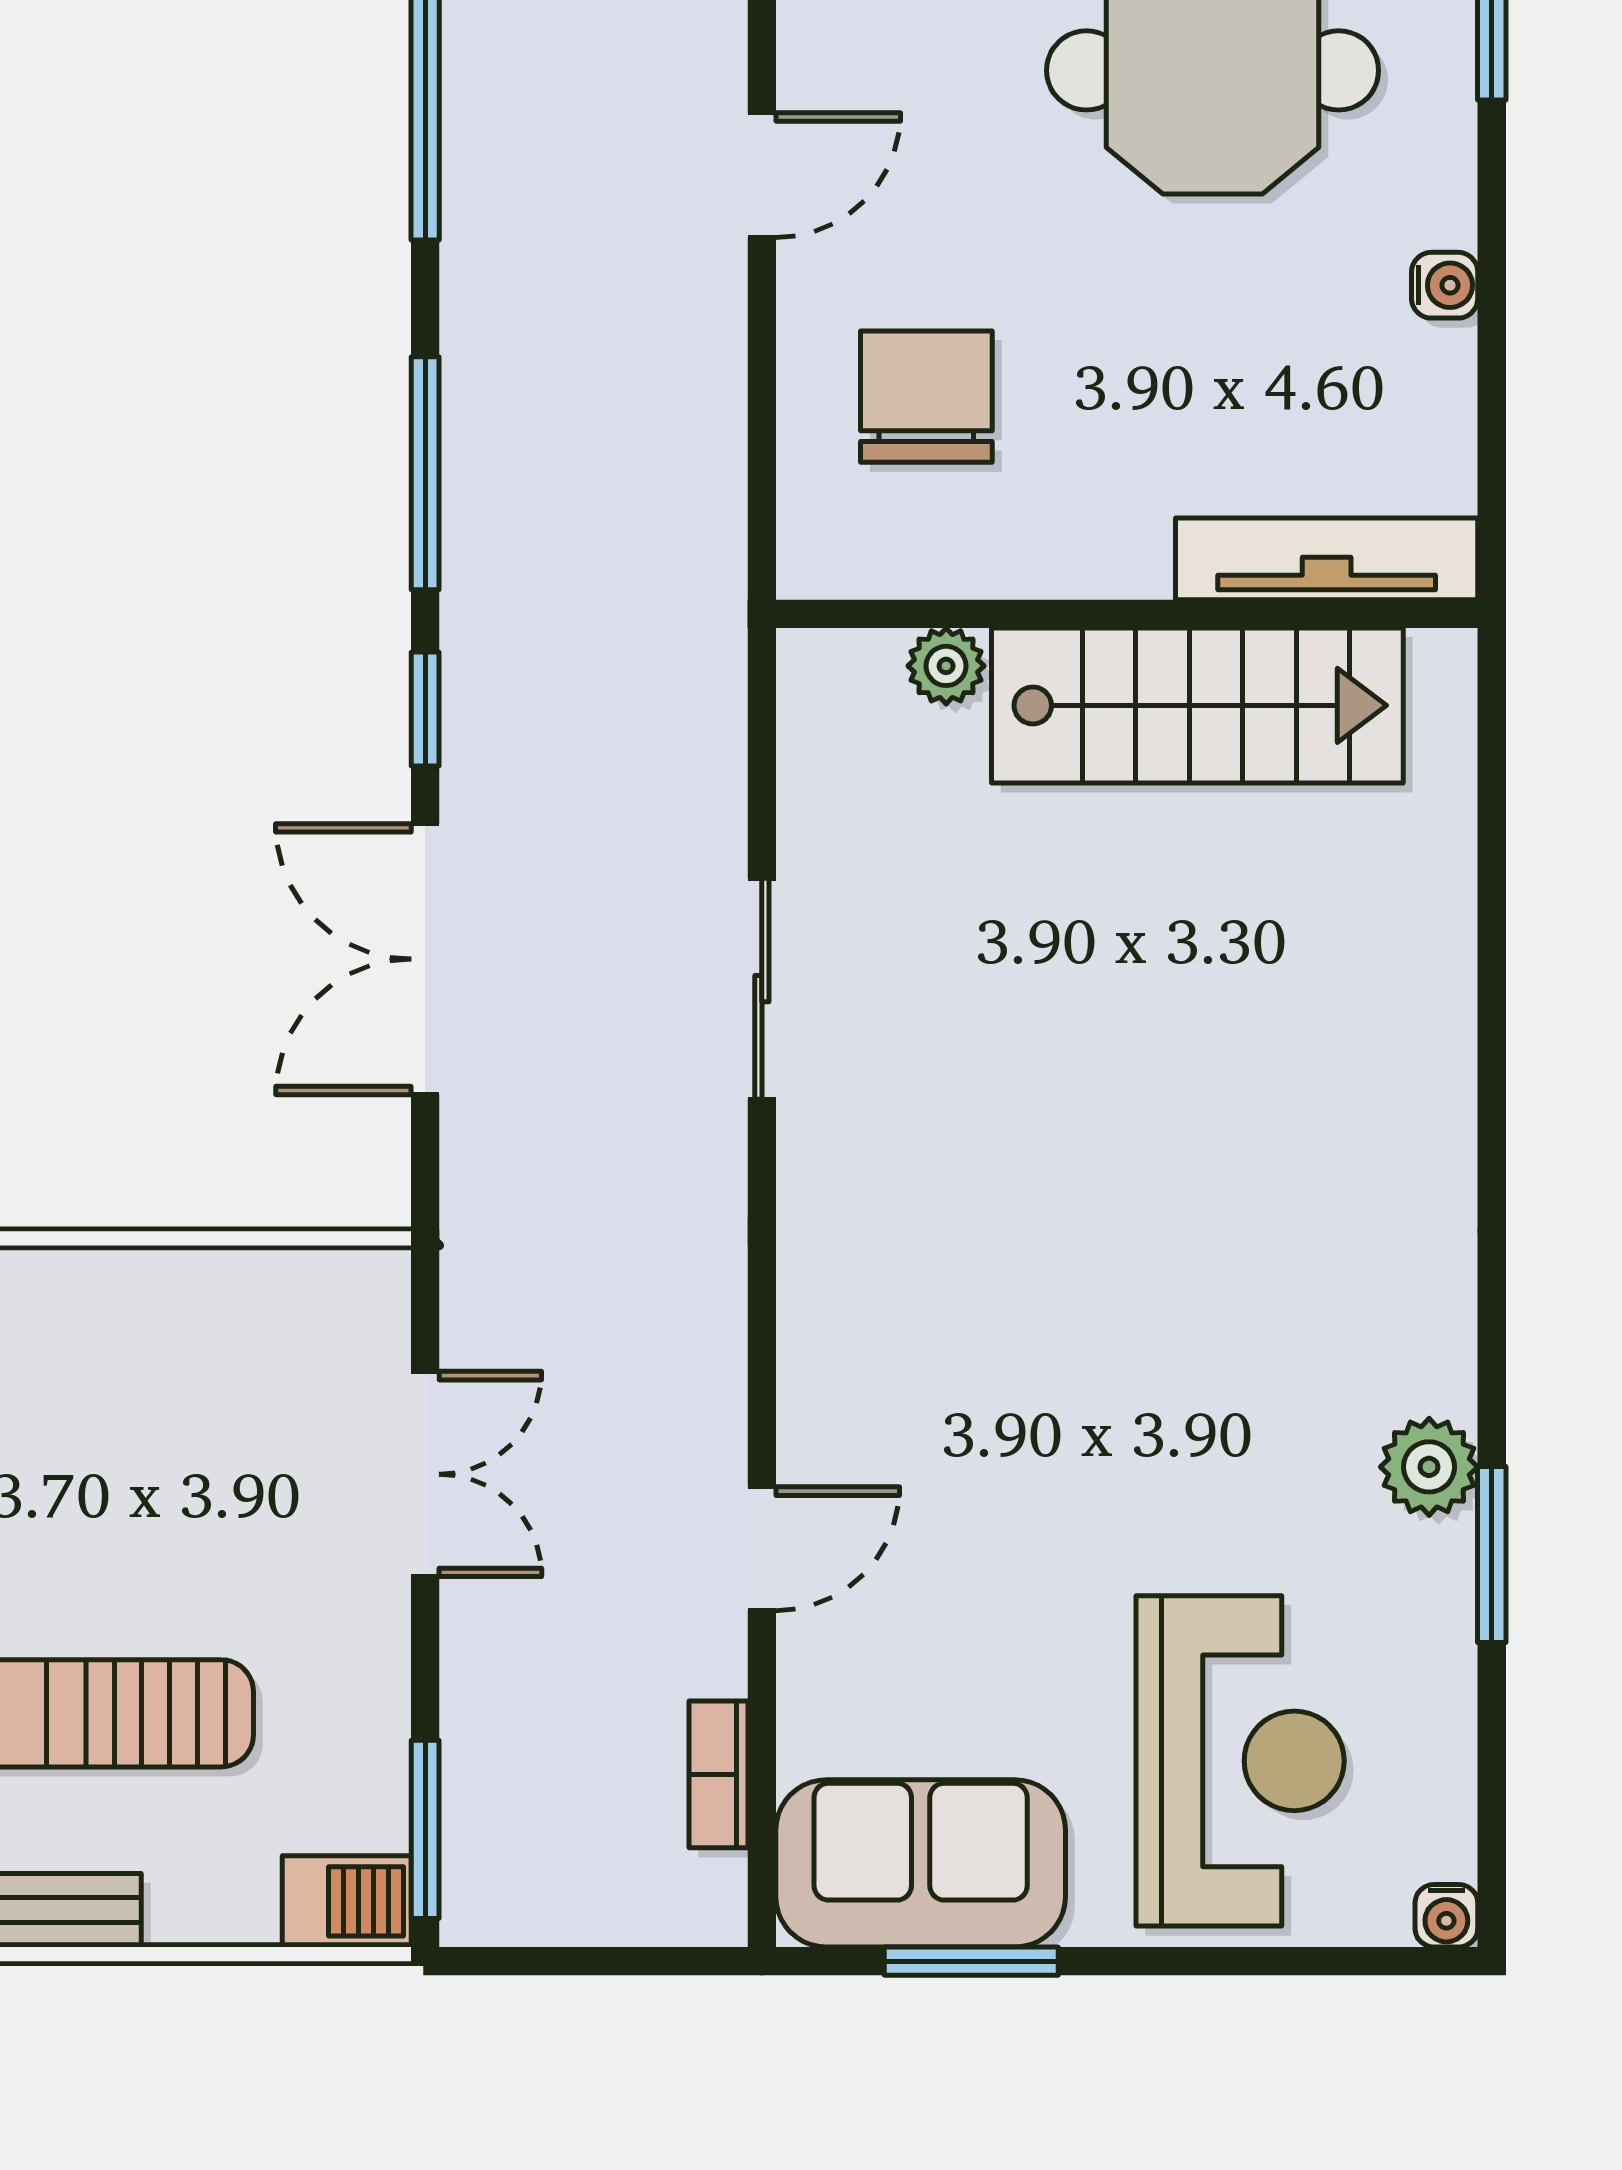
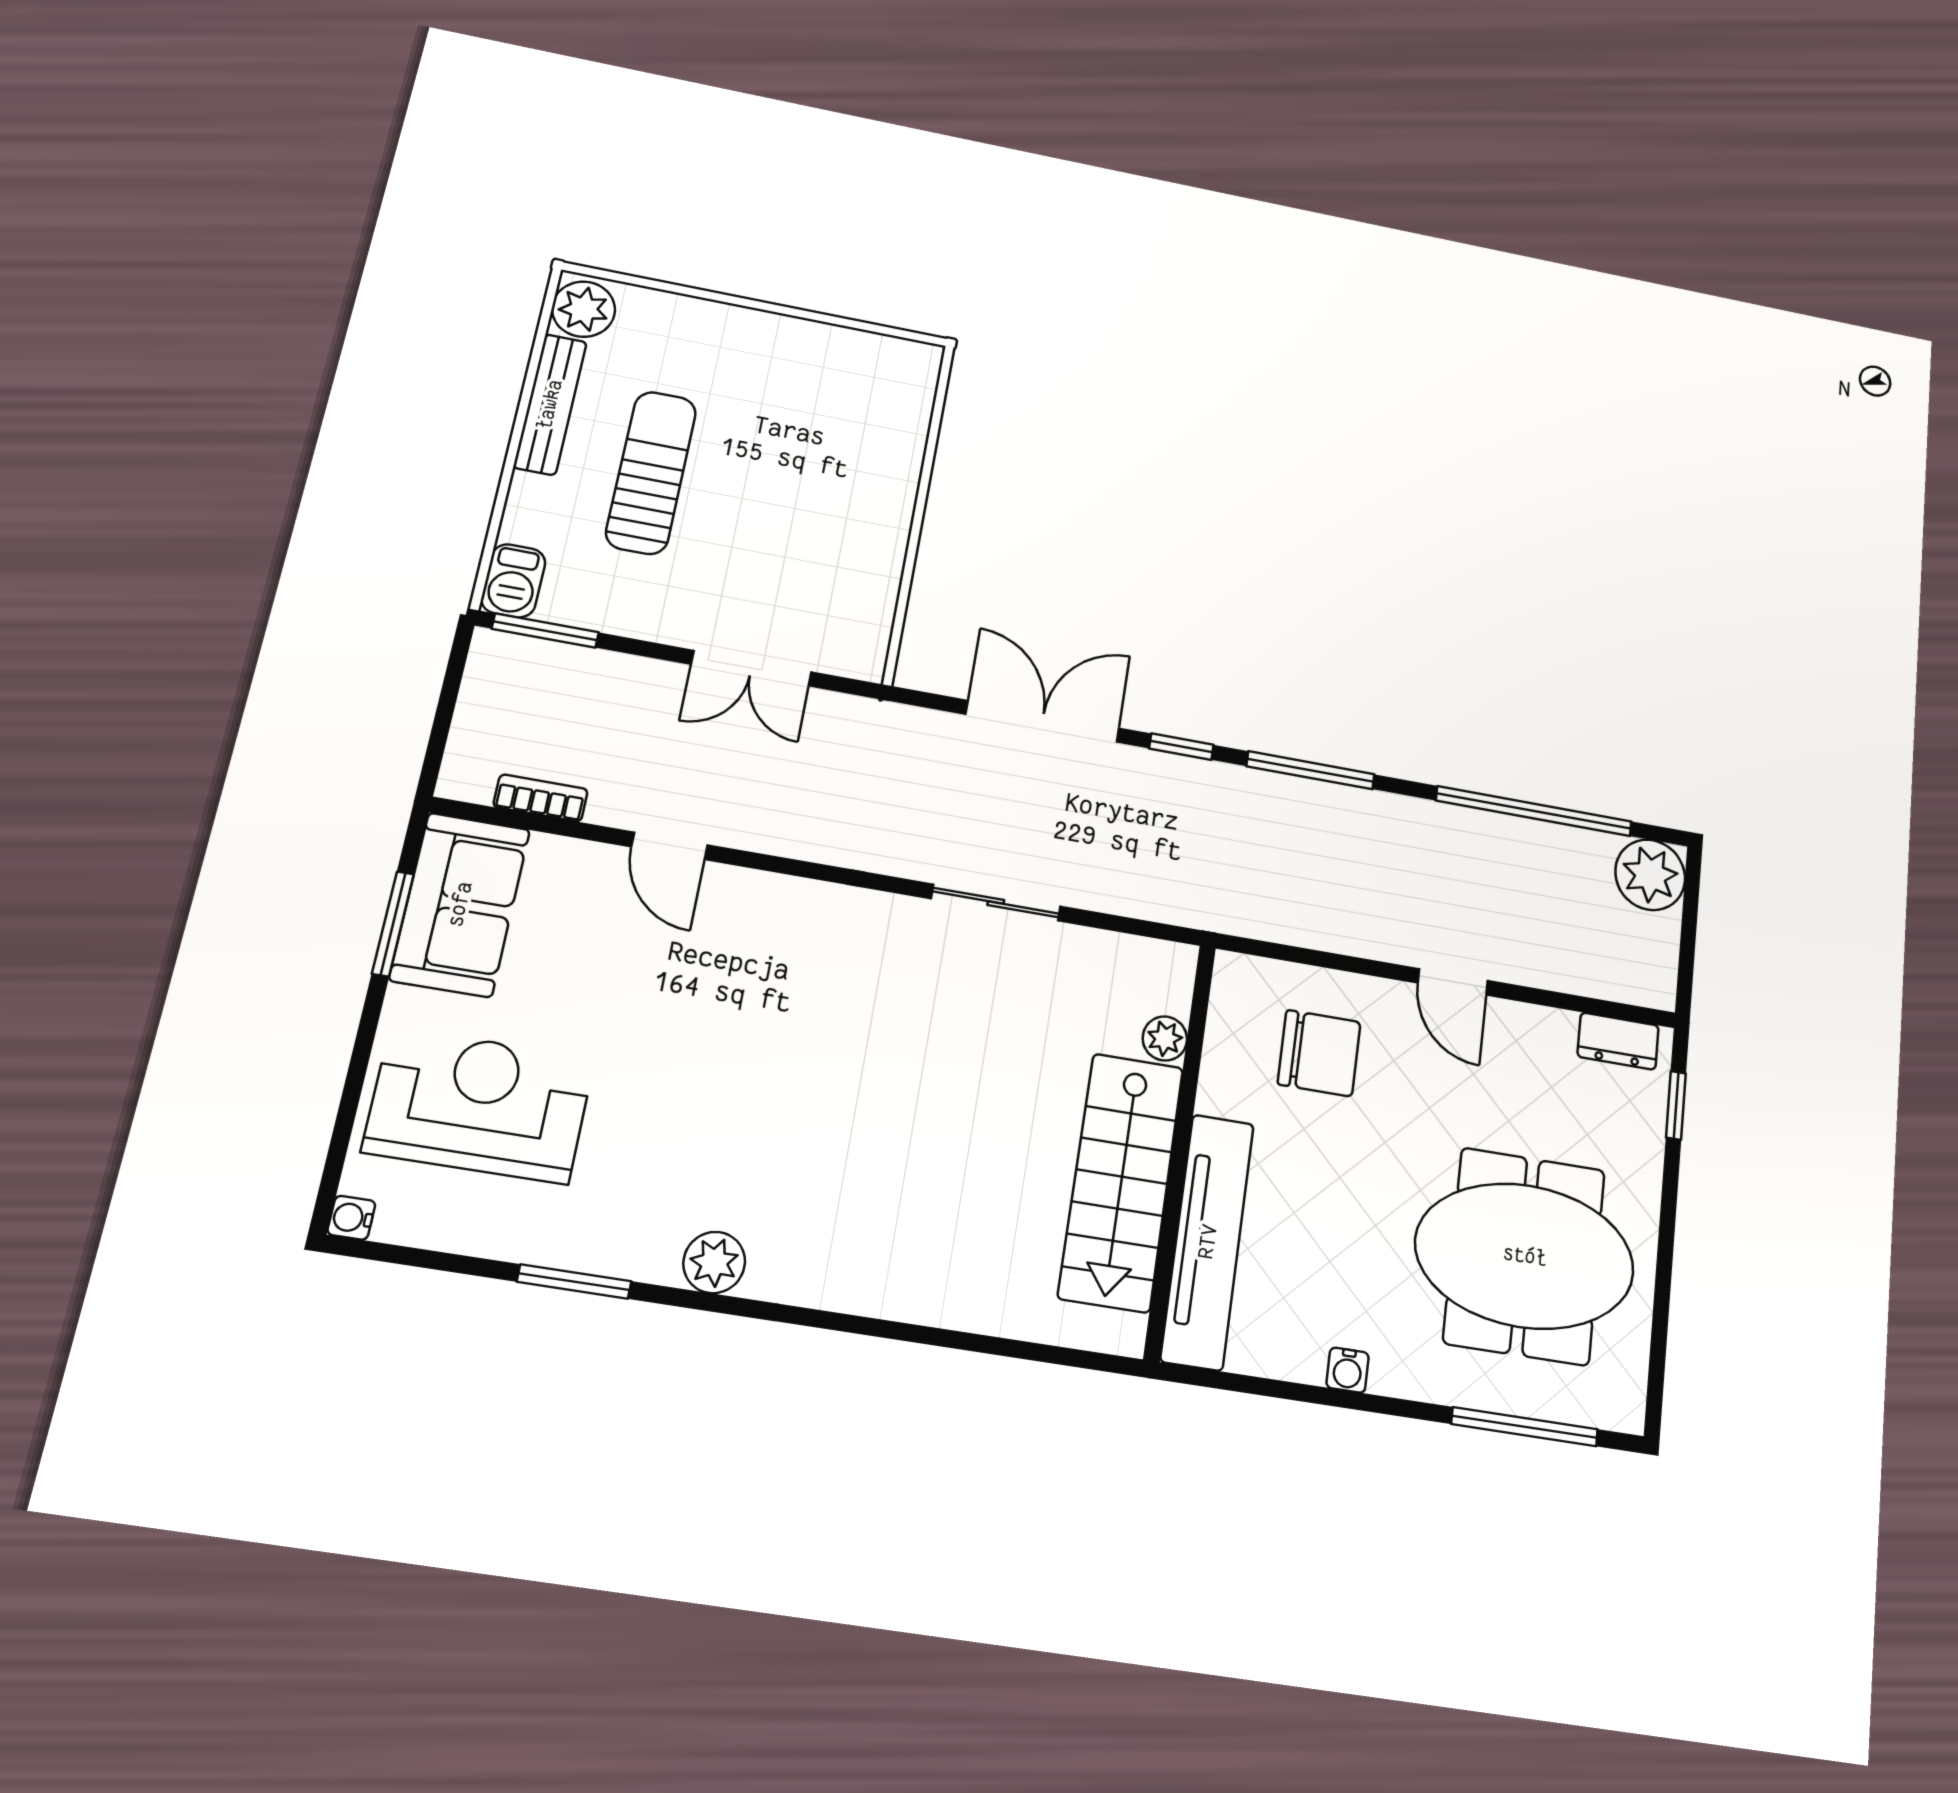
tv unit: (1327, 559) -> (1208, 1241), width x1.36, depth x1.29
plant: (1429, 1467) -> (714, 1262), moved
reception desk: (1240, 1761) -> (479, 1105), turned 180

